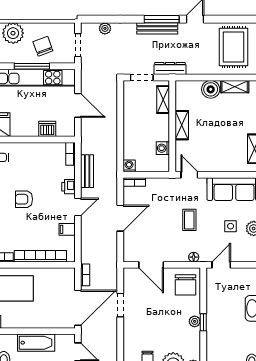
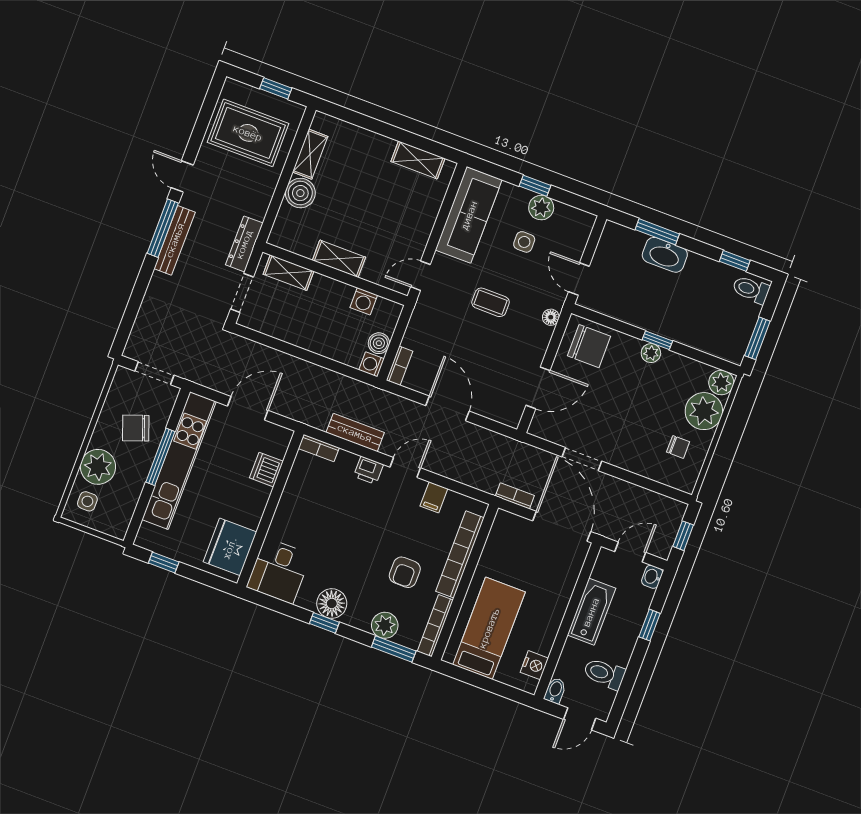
plant: (105, 28) -> (144, 321), removed
boiler: (143, 166) -> (379, 343), added
armchair: (24, 199) -> (405, 572), moved
door: (78, 207) -> (405, 467), hinge flipped

